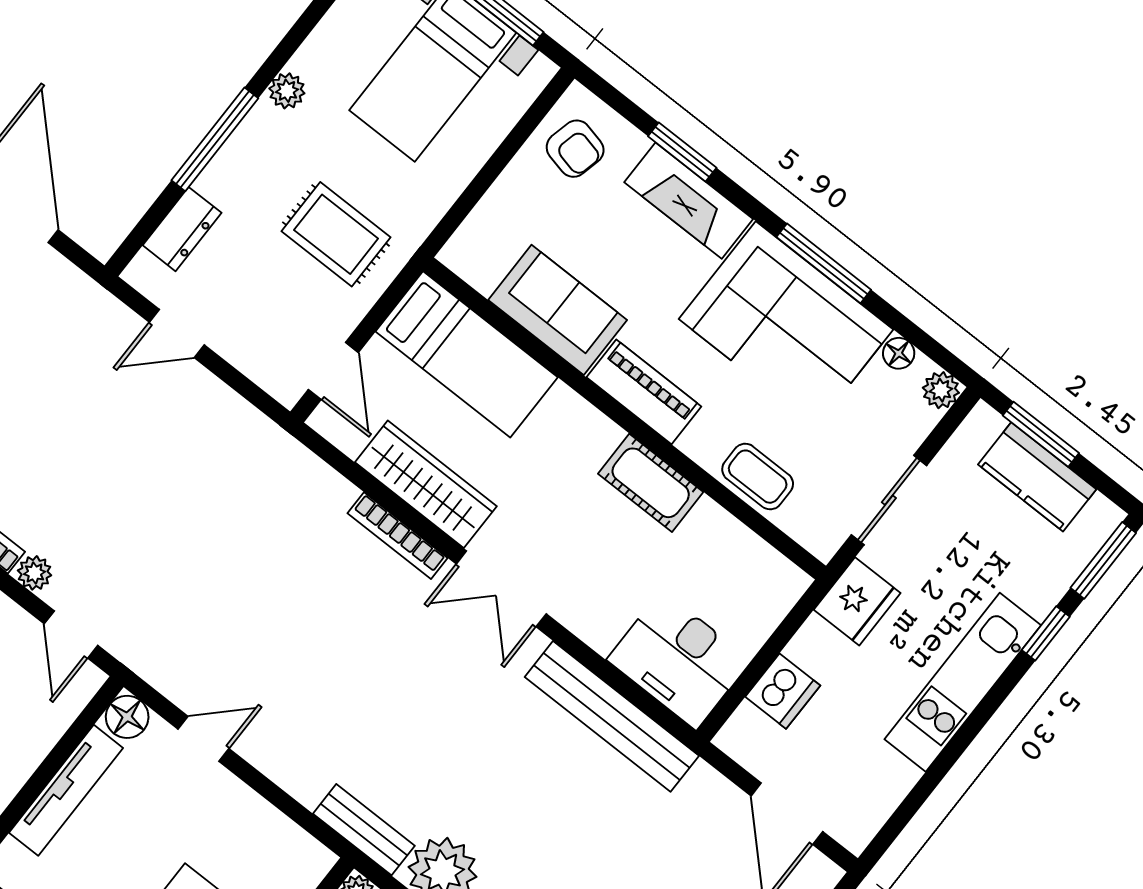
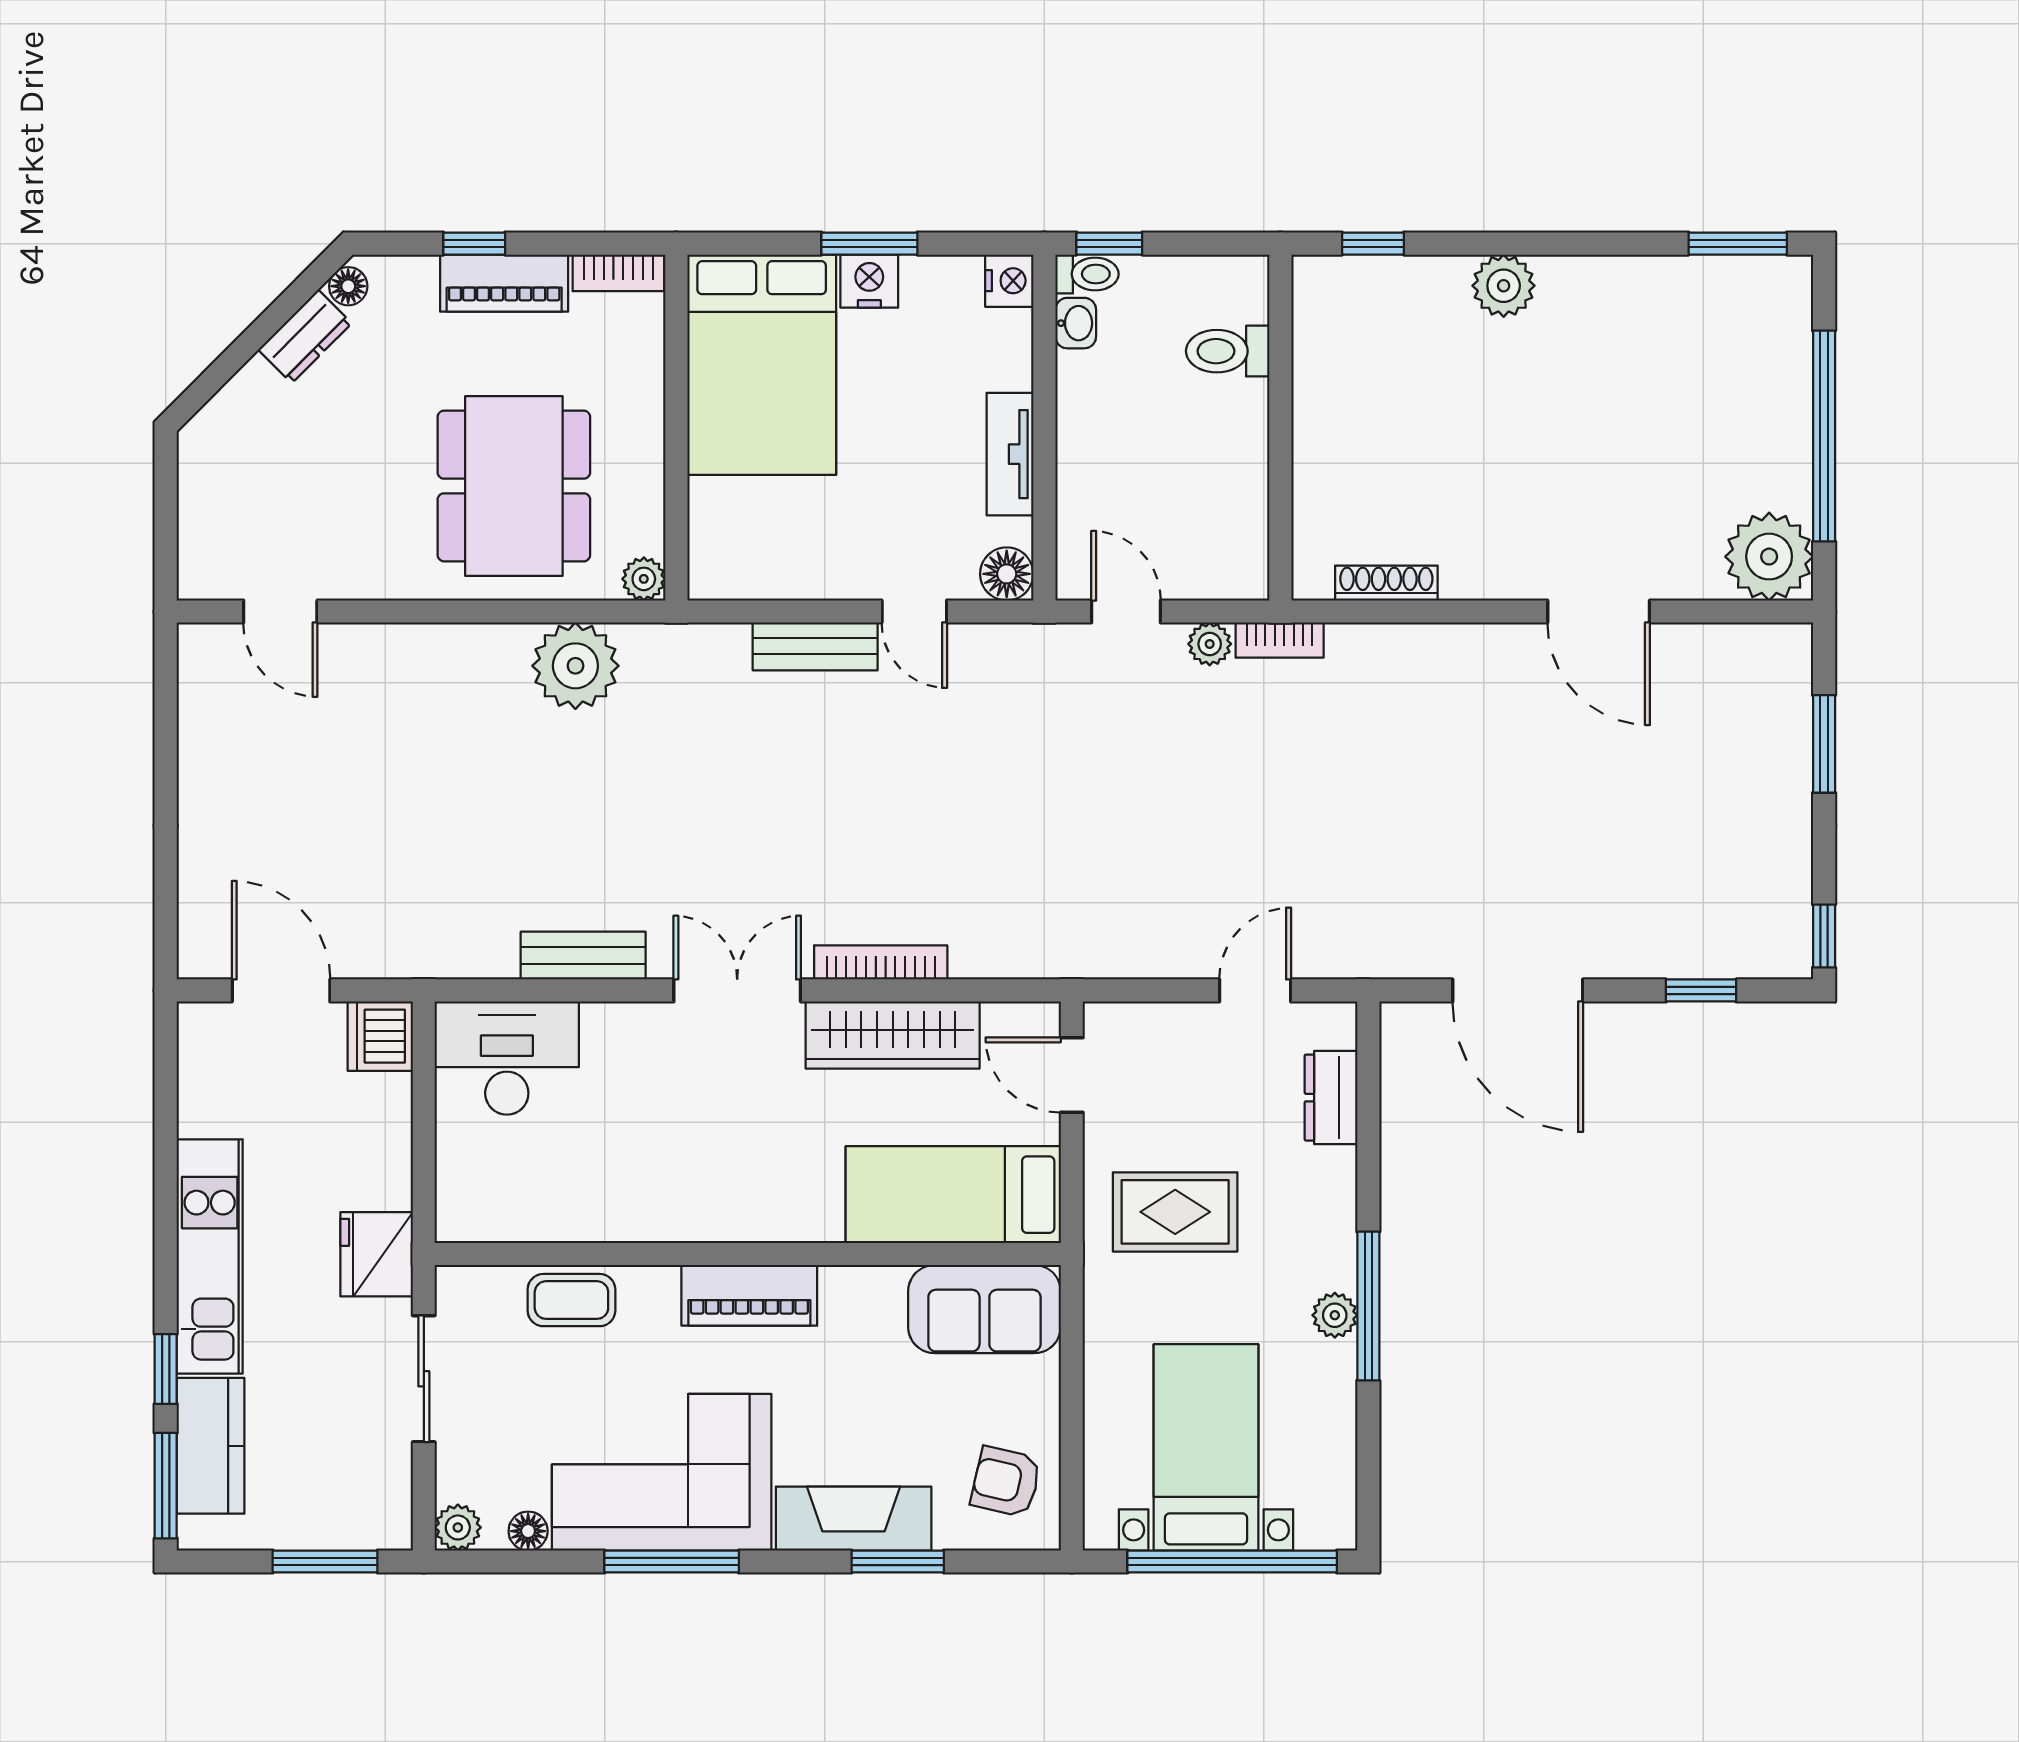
window: (215, 139) -> (1368, 1306), moved
sofa: (558, 310) -> (984, 1309), moved
kitchen counter: (1037, 477) -> (211, 1446), moved, turned 90
cot: (651, 483) -> (672, 1211), removed
dishwasher: (783, 691) -> (380, 1036), moved
bench: (612, 716) -> (583, 956), width x0.54, depth x0.82
door: (204, 739) -> (914, 612), hinge flipped
tv unit: (66, 790) -> (1010, 454), width x0.71
bench: (364, 830) -> (815, 646), moved

